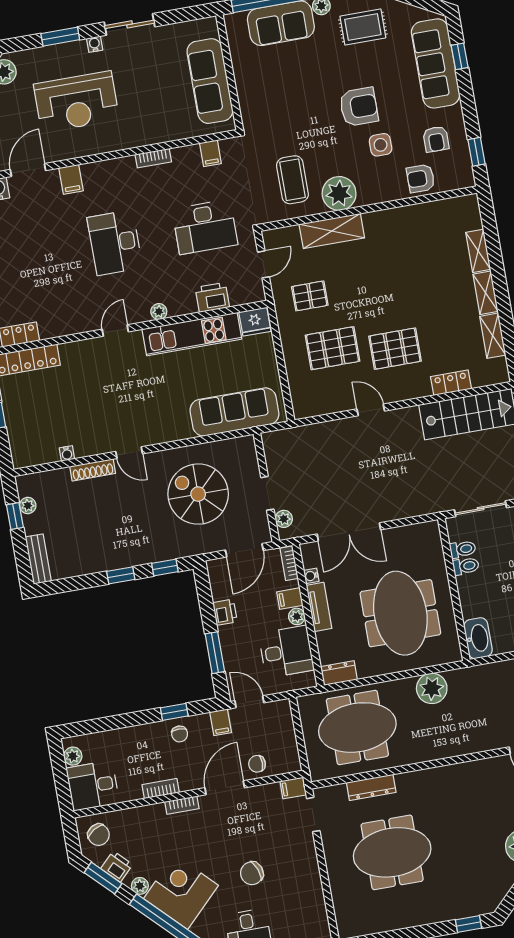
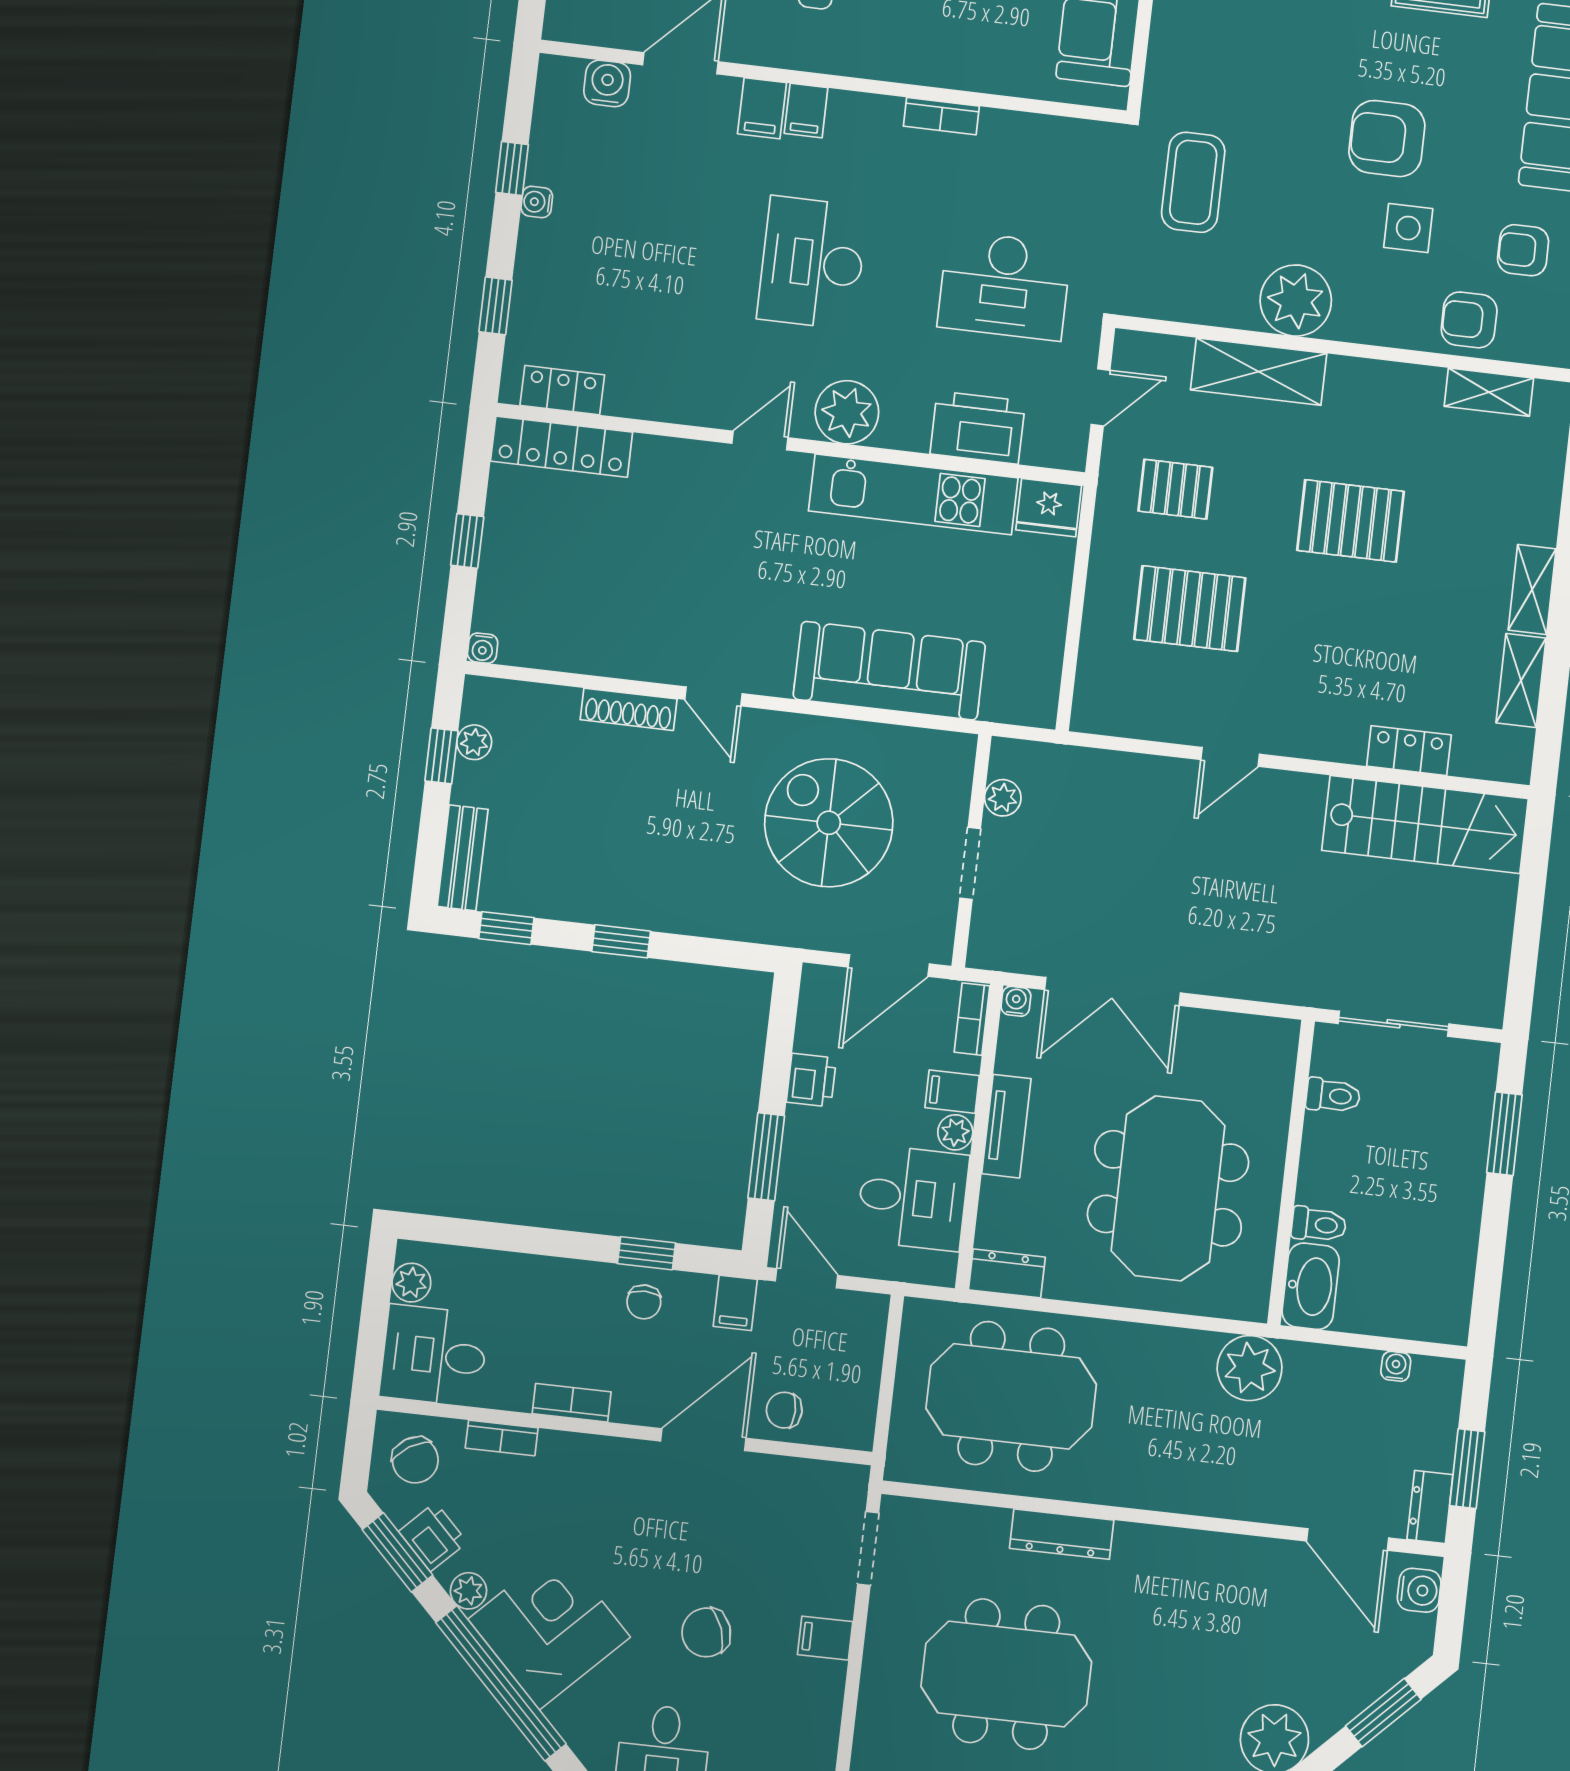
armchair: (359, 107) -> (1387, 139), turned 180
armchair: (436, 139) -> (1523, 250), turned 90
filing cabinet: (210, 153) -> (806, 111), moved
coffee table: (292, 180) -> (1193, 182), moved
shelving: (478, 251) -> (1489, 392), moved, turned 90
printer: (212, 297) -> (978, 428), width x1.37, depth x1.19
plant: (159, 312) -> (847, 412), width x1.88, depth x1.88
pallet: (395, 349) -> (1351, 521), moved
door: (371, 410) -> (1230, 757), swing flipped
sofa: (234, 412) -> (889, 671), moved
water cooler: (67, 453) -> (483, 648), moved
plant: (284, 519) -> (1003, 798), moved
toilet: (466, 566) -> (1319, 1224), moved
window: (165, 568) -> (506, 928), moved
water cooler: (311, 576) -> (1016, 1001), moved, turned 90
plant: (432, 688) -> (1250, 1368), moved
dresser: (371, 787) -> (1062, 1534), moved
filing cabinet: (293, 788) -> (825, 1638), moved
bookcase: (182, 805) -> (502, 1438), moved

